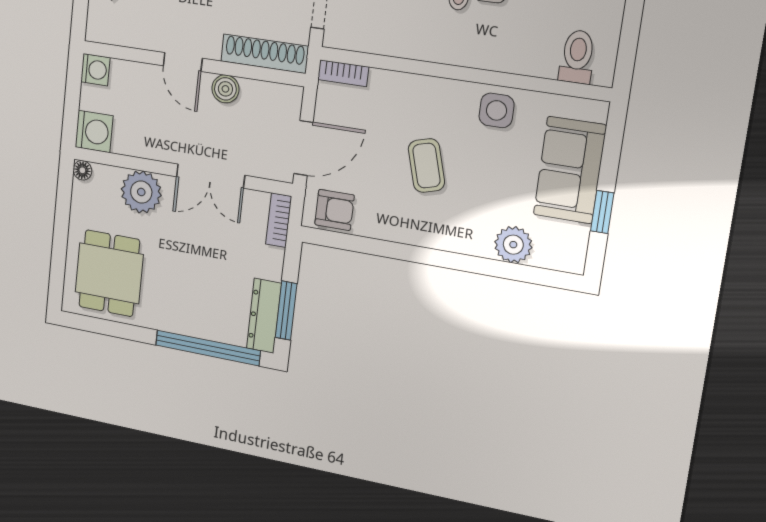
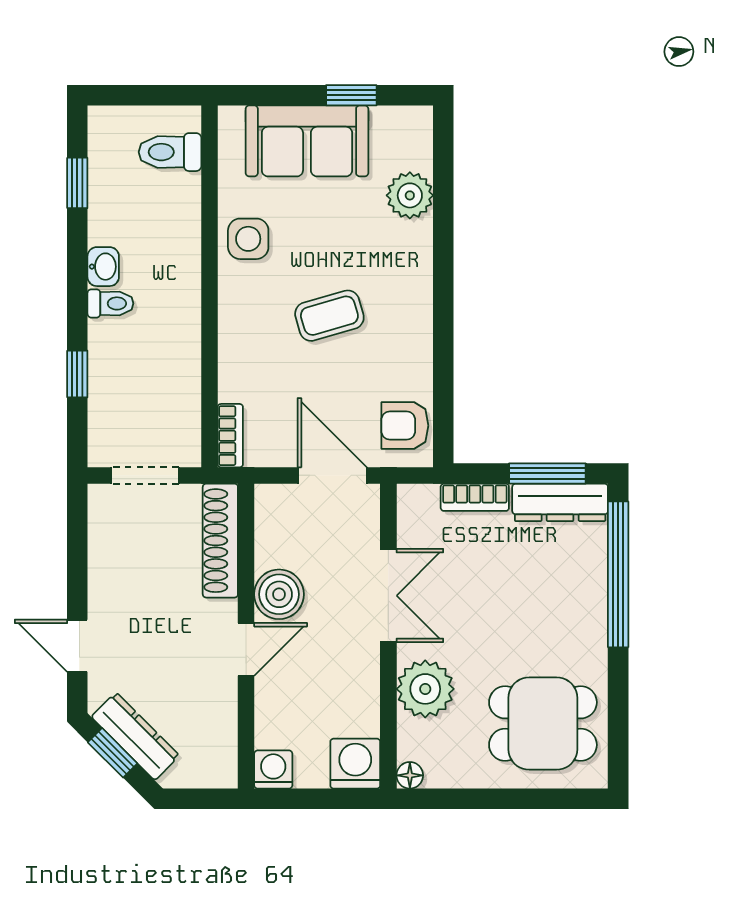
boiler: (225, 89) -> (279, 594), width x1.36, depth x1.36
armchair: (335, 210) -> (405, 426), turned -90
bookcase: (279, 220) -> (475, 497), moved

